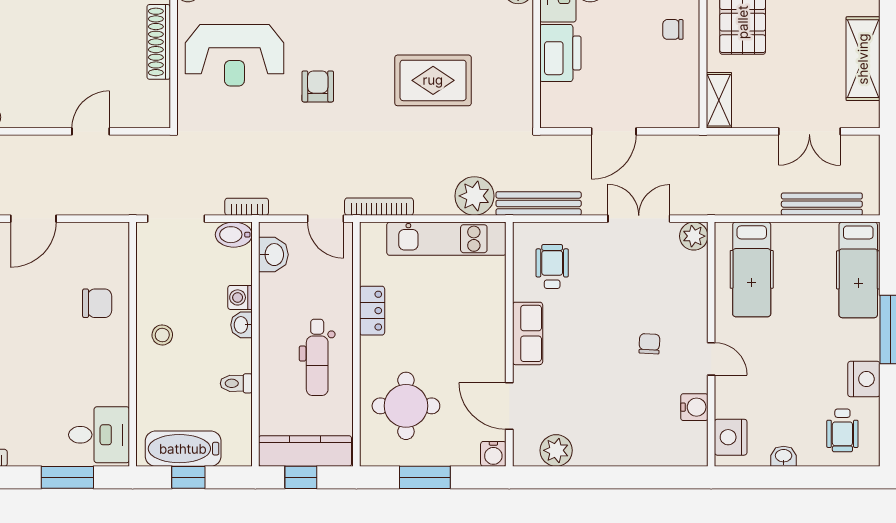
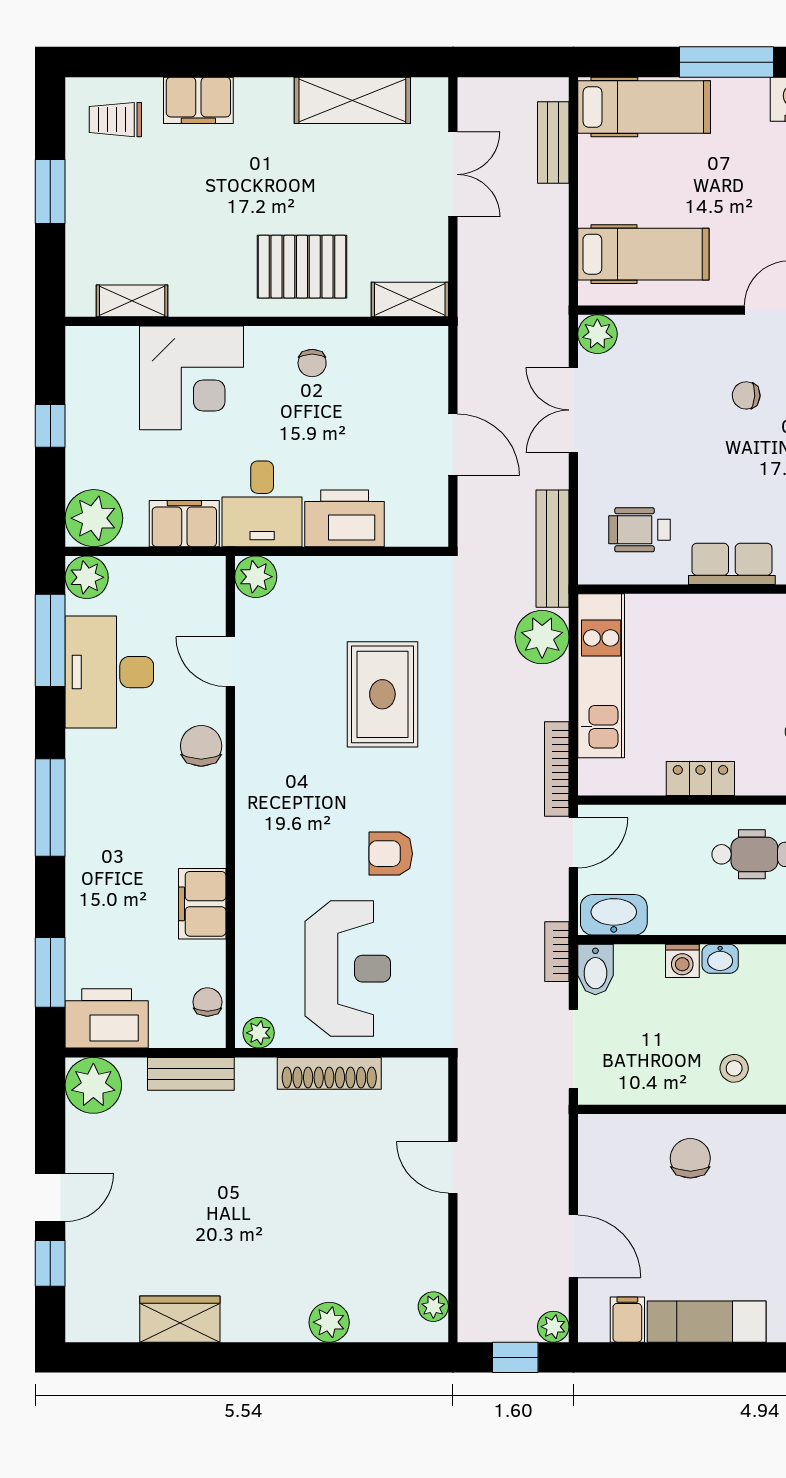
bench: (822, 204) -> (553, 142), width x0.73
washbasin: (273, 255) -> (614, 915), width x1.38

